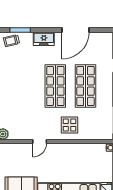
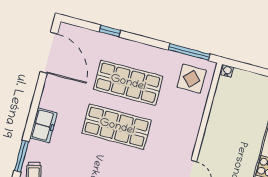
door: (75, 30) -> (49, 53), moved
display table: (69, 125) -> (192, 79), moved

